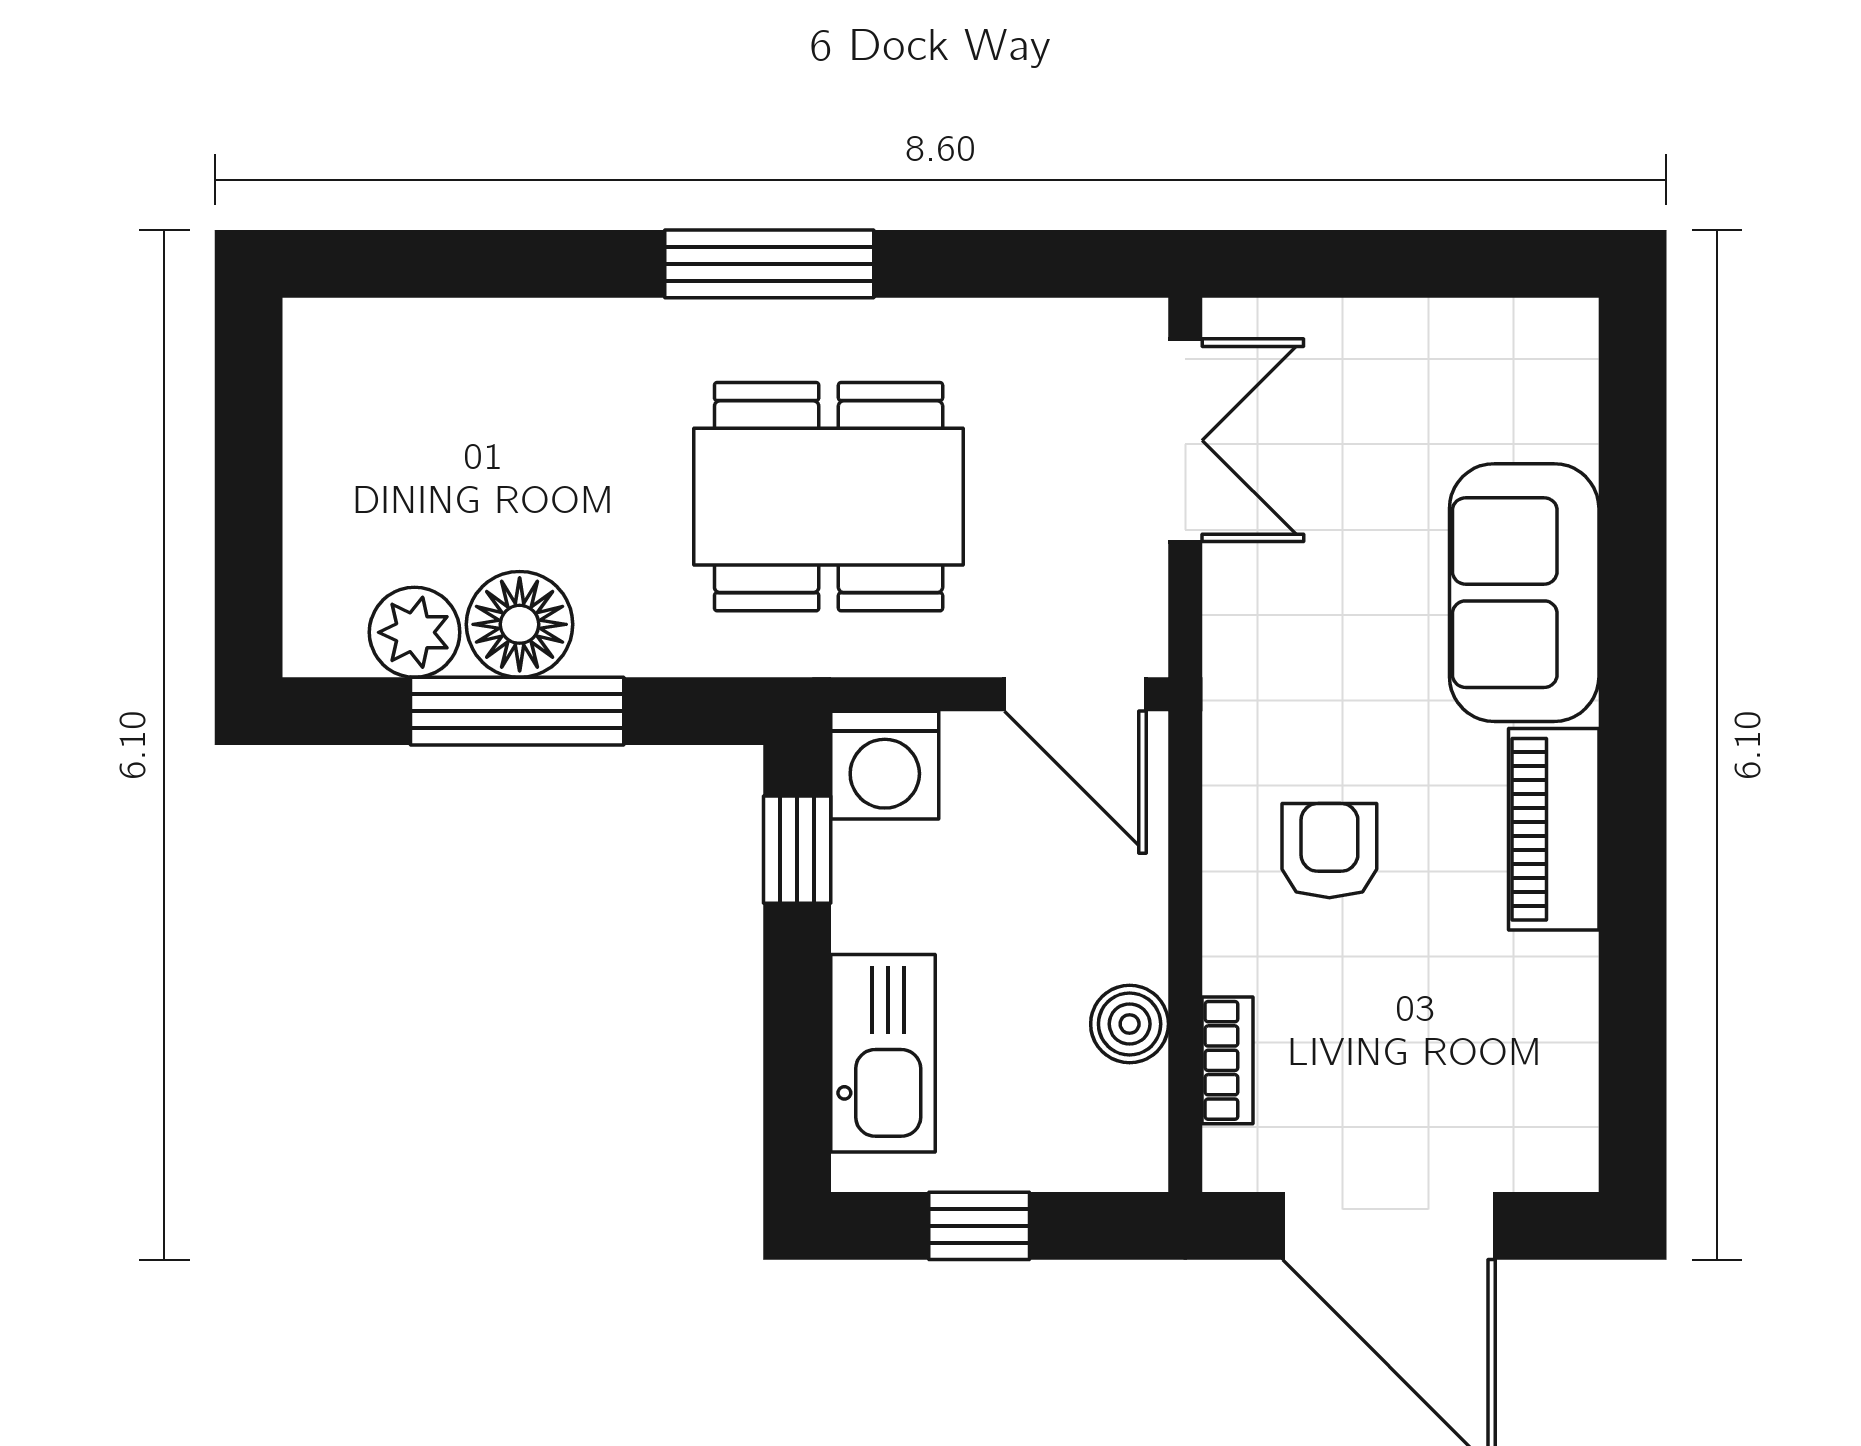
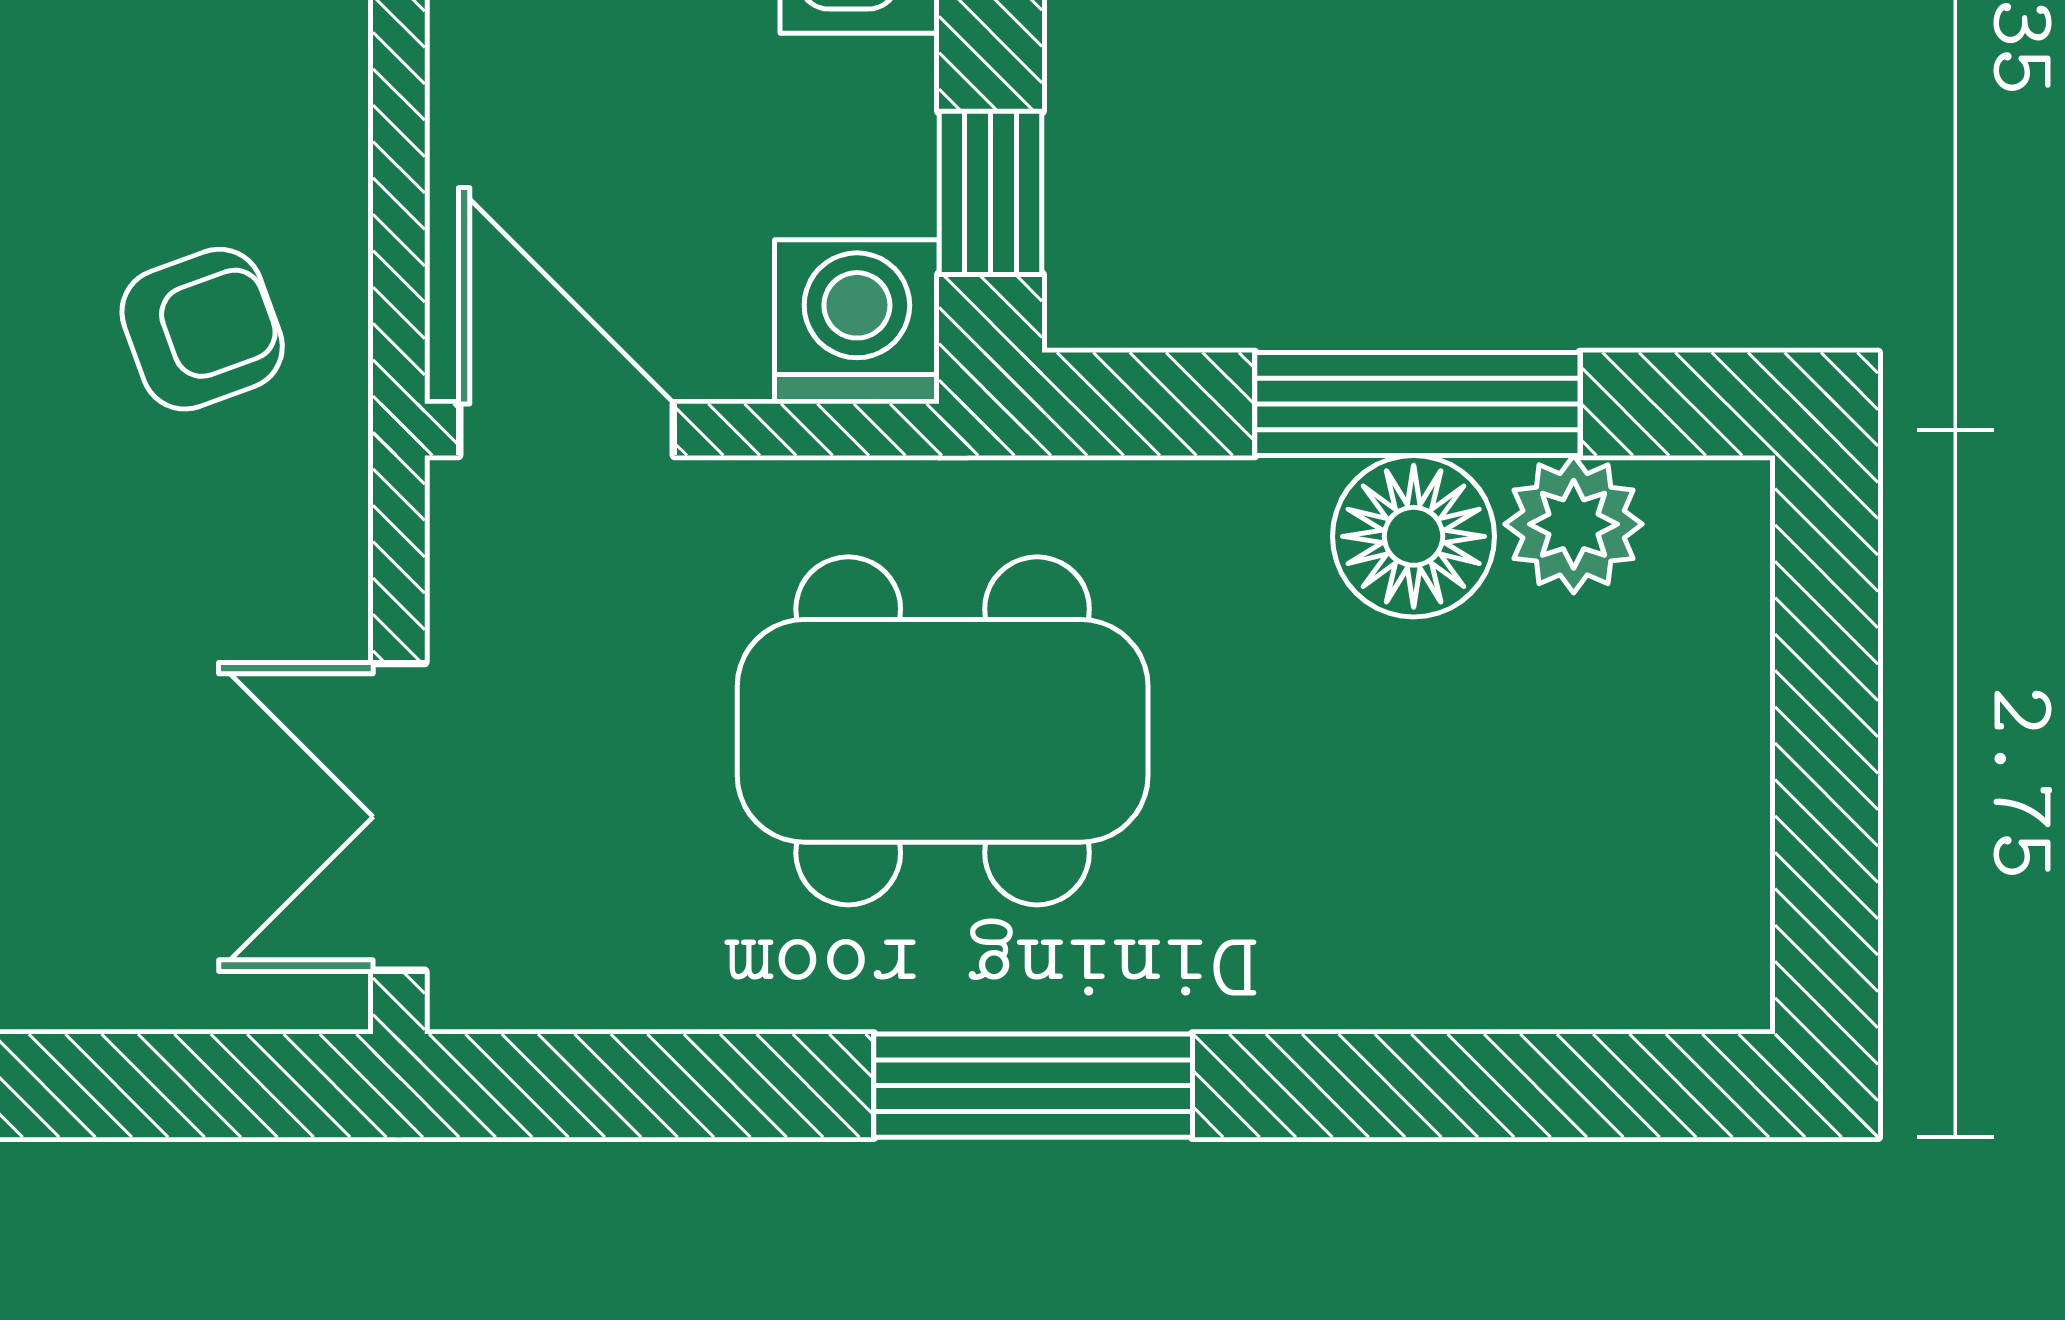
armchair: (1329, 851) -> (202, 329), moved, turned -110

